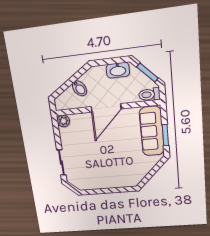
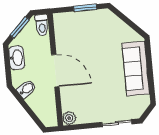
bidet: (80, 88) -> (27, 89), moved
sofa: (152, 131) -> (136, 69), moved, turned 90

